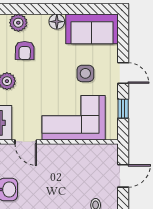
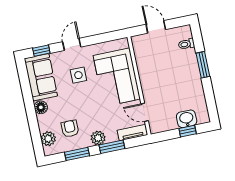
armchair: (25, 50) -> (70, 129), turned -91
window: (123, 109) -> (41, 51), moved
door: (26, 142) -> (145, 112), swing flipped

